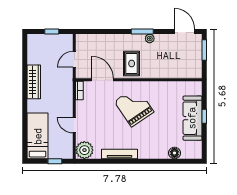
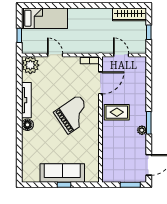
wardrobe: (34, 82) -> (130, 14), moved
door: (74, 125) -> (55, 55), hinge flipped
floor lamp: (174, 153) -> (27, 125), moved

